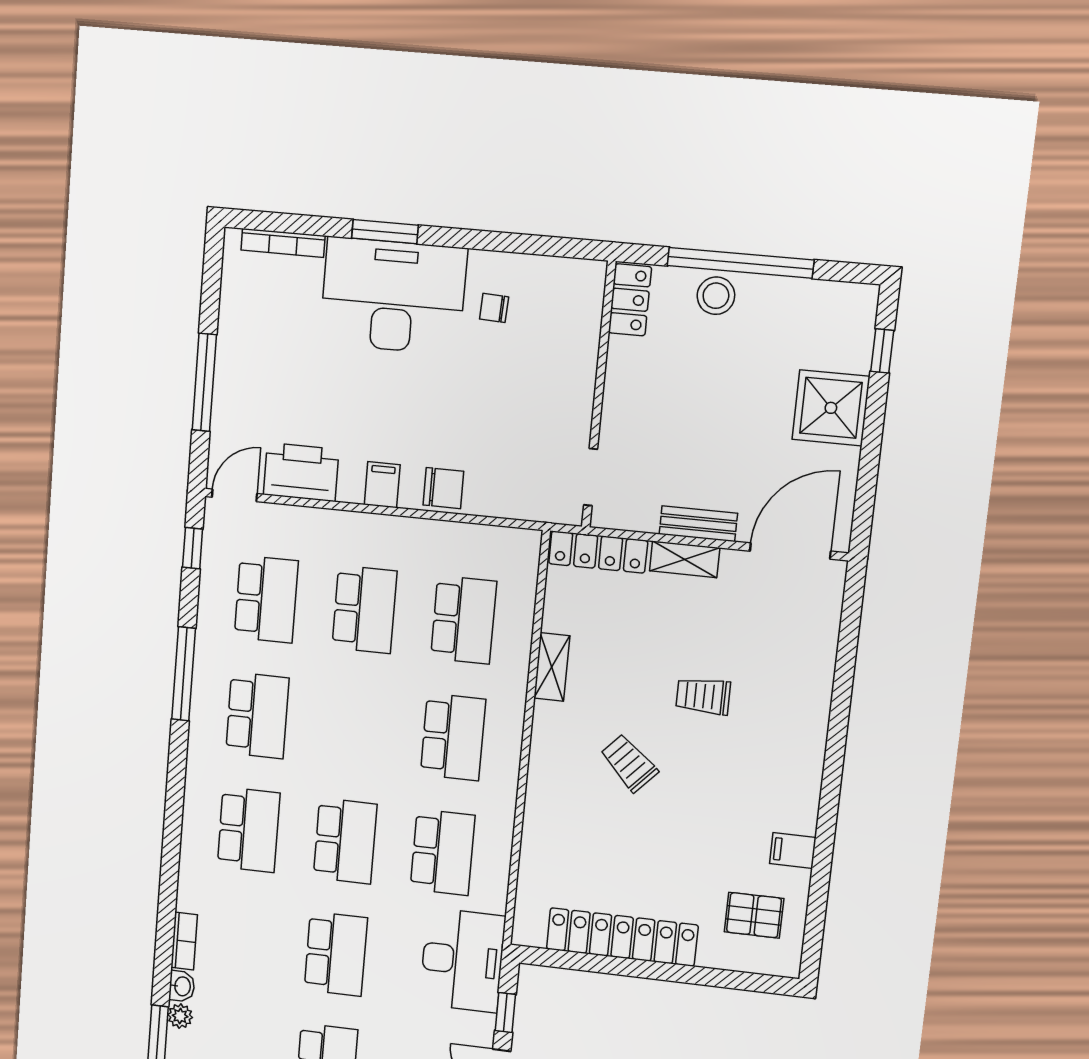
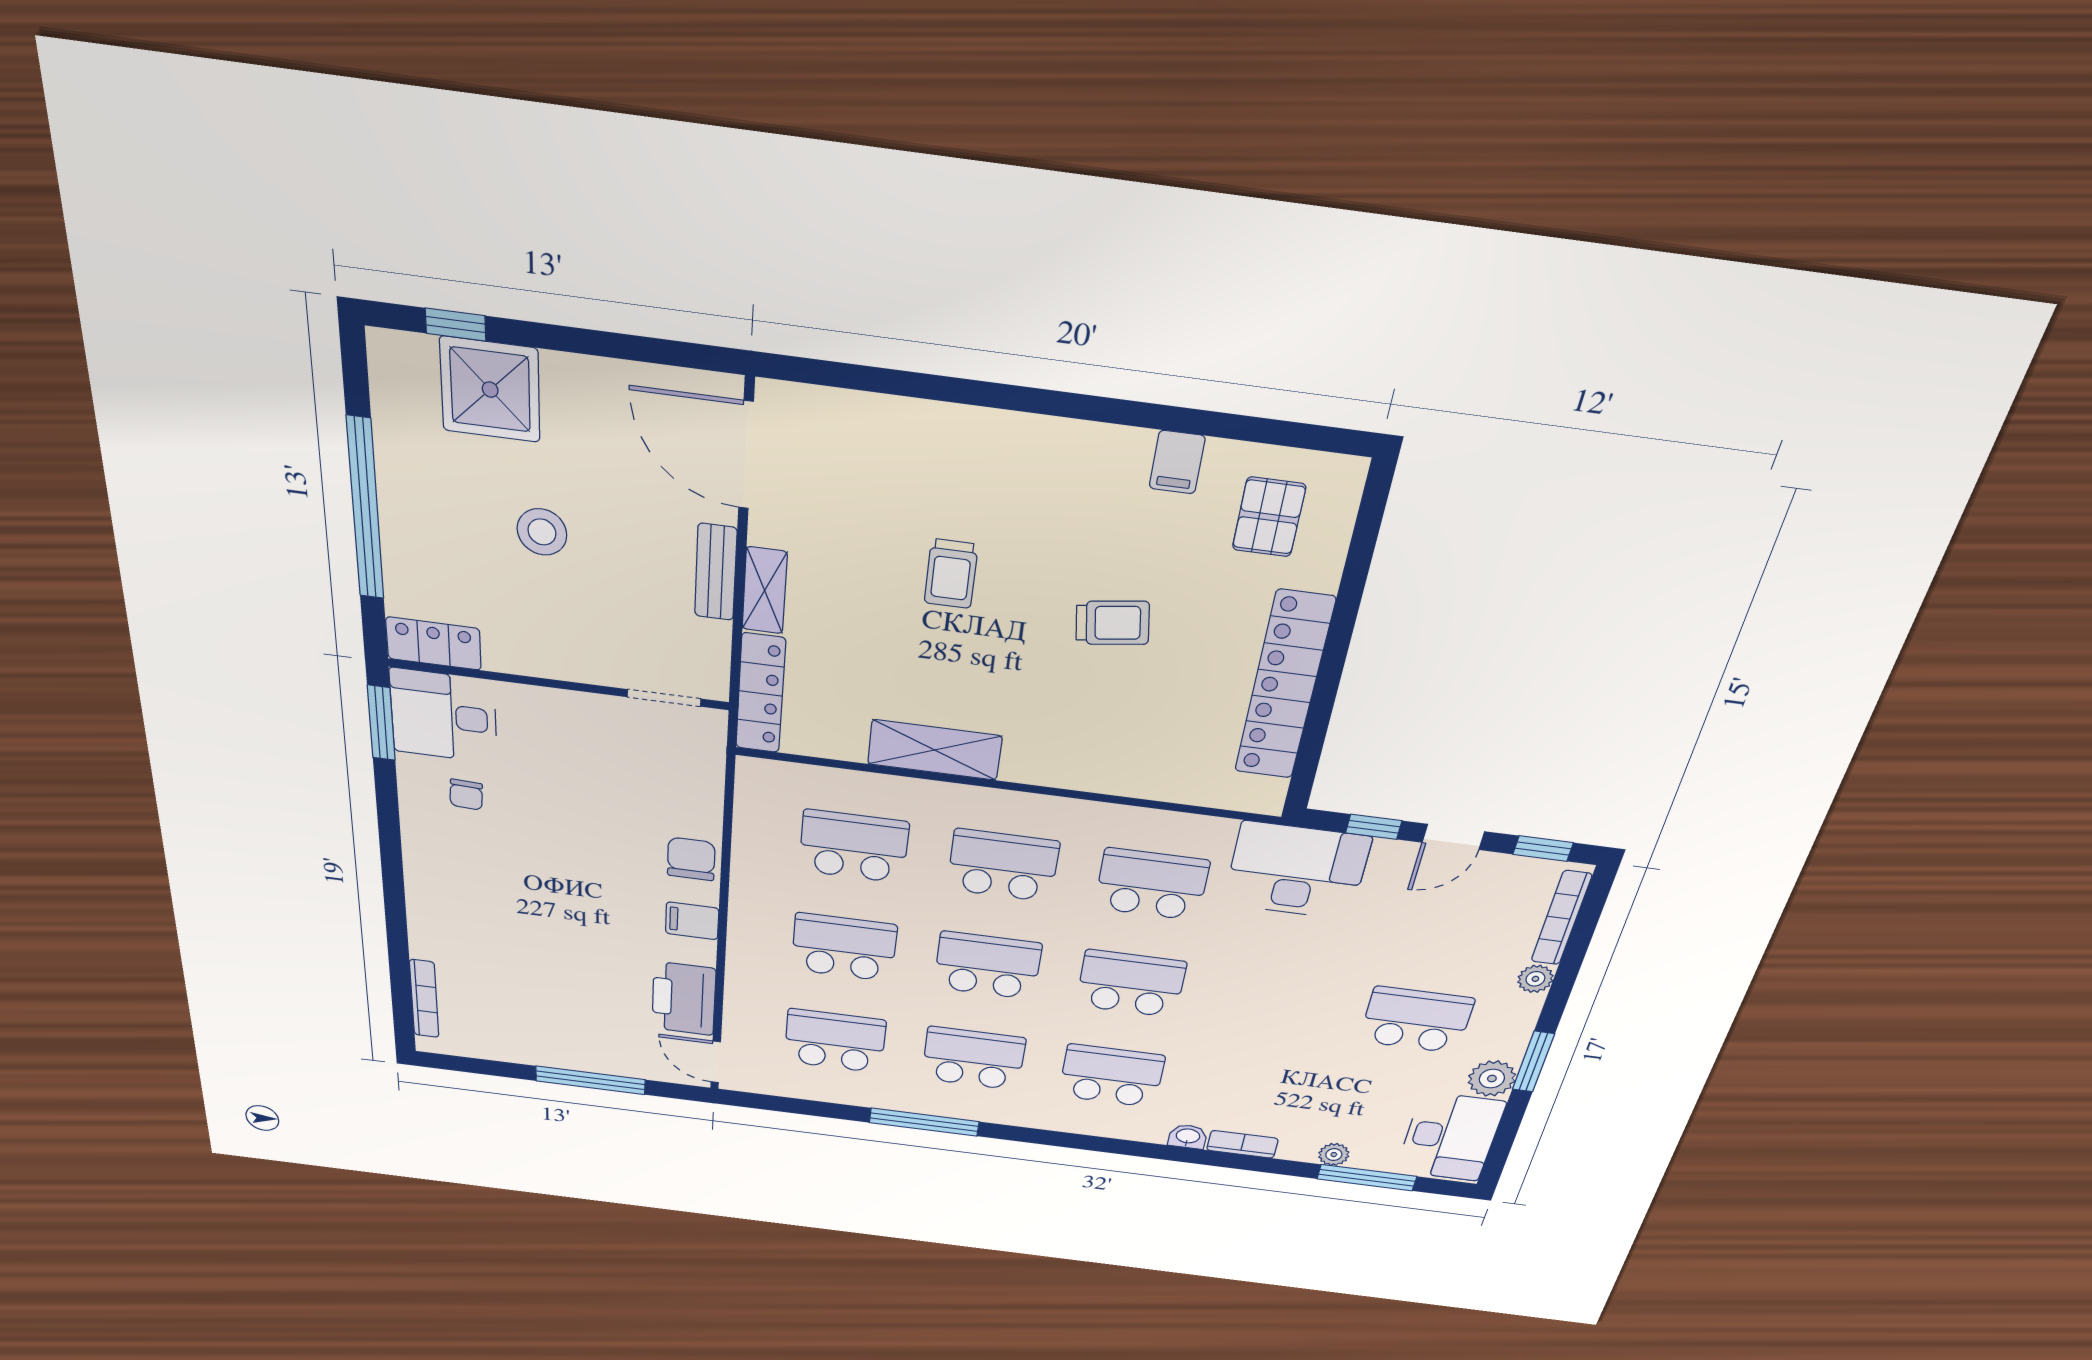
window: (385, 232) -> (381, 723), moved
desk: (393, 296) -> (444, 716), moved, width x0.53, depth x0.77
stool: (716, 296) -> (542, 532), moved
shower: (831, 408) -> (490, 390), moved
window: (193, 548) -> (779, 1104), removed
shelving: (552, 667) -> (935, 750), width x1.50, depth x1.33
trolley: (629, 763) -> (1113, 623), moved, turned -141
school desk: (336, 954) -> (988, 965), moved
washbasin: (182, 986) -> (1188, 1137), moved

